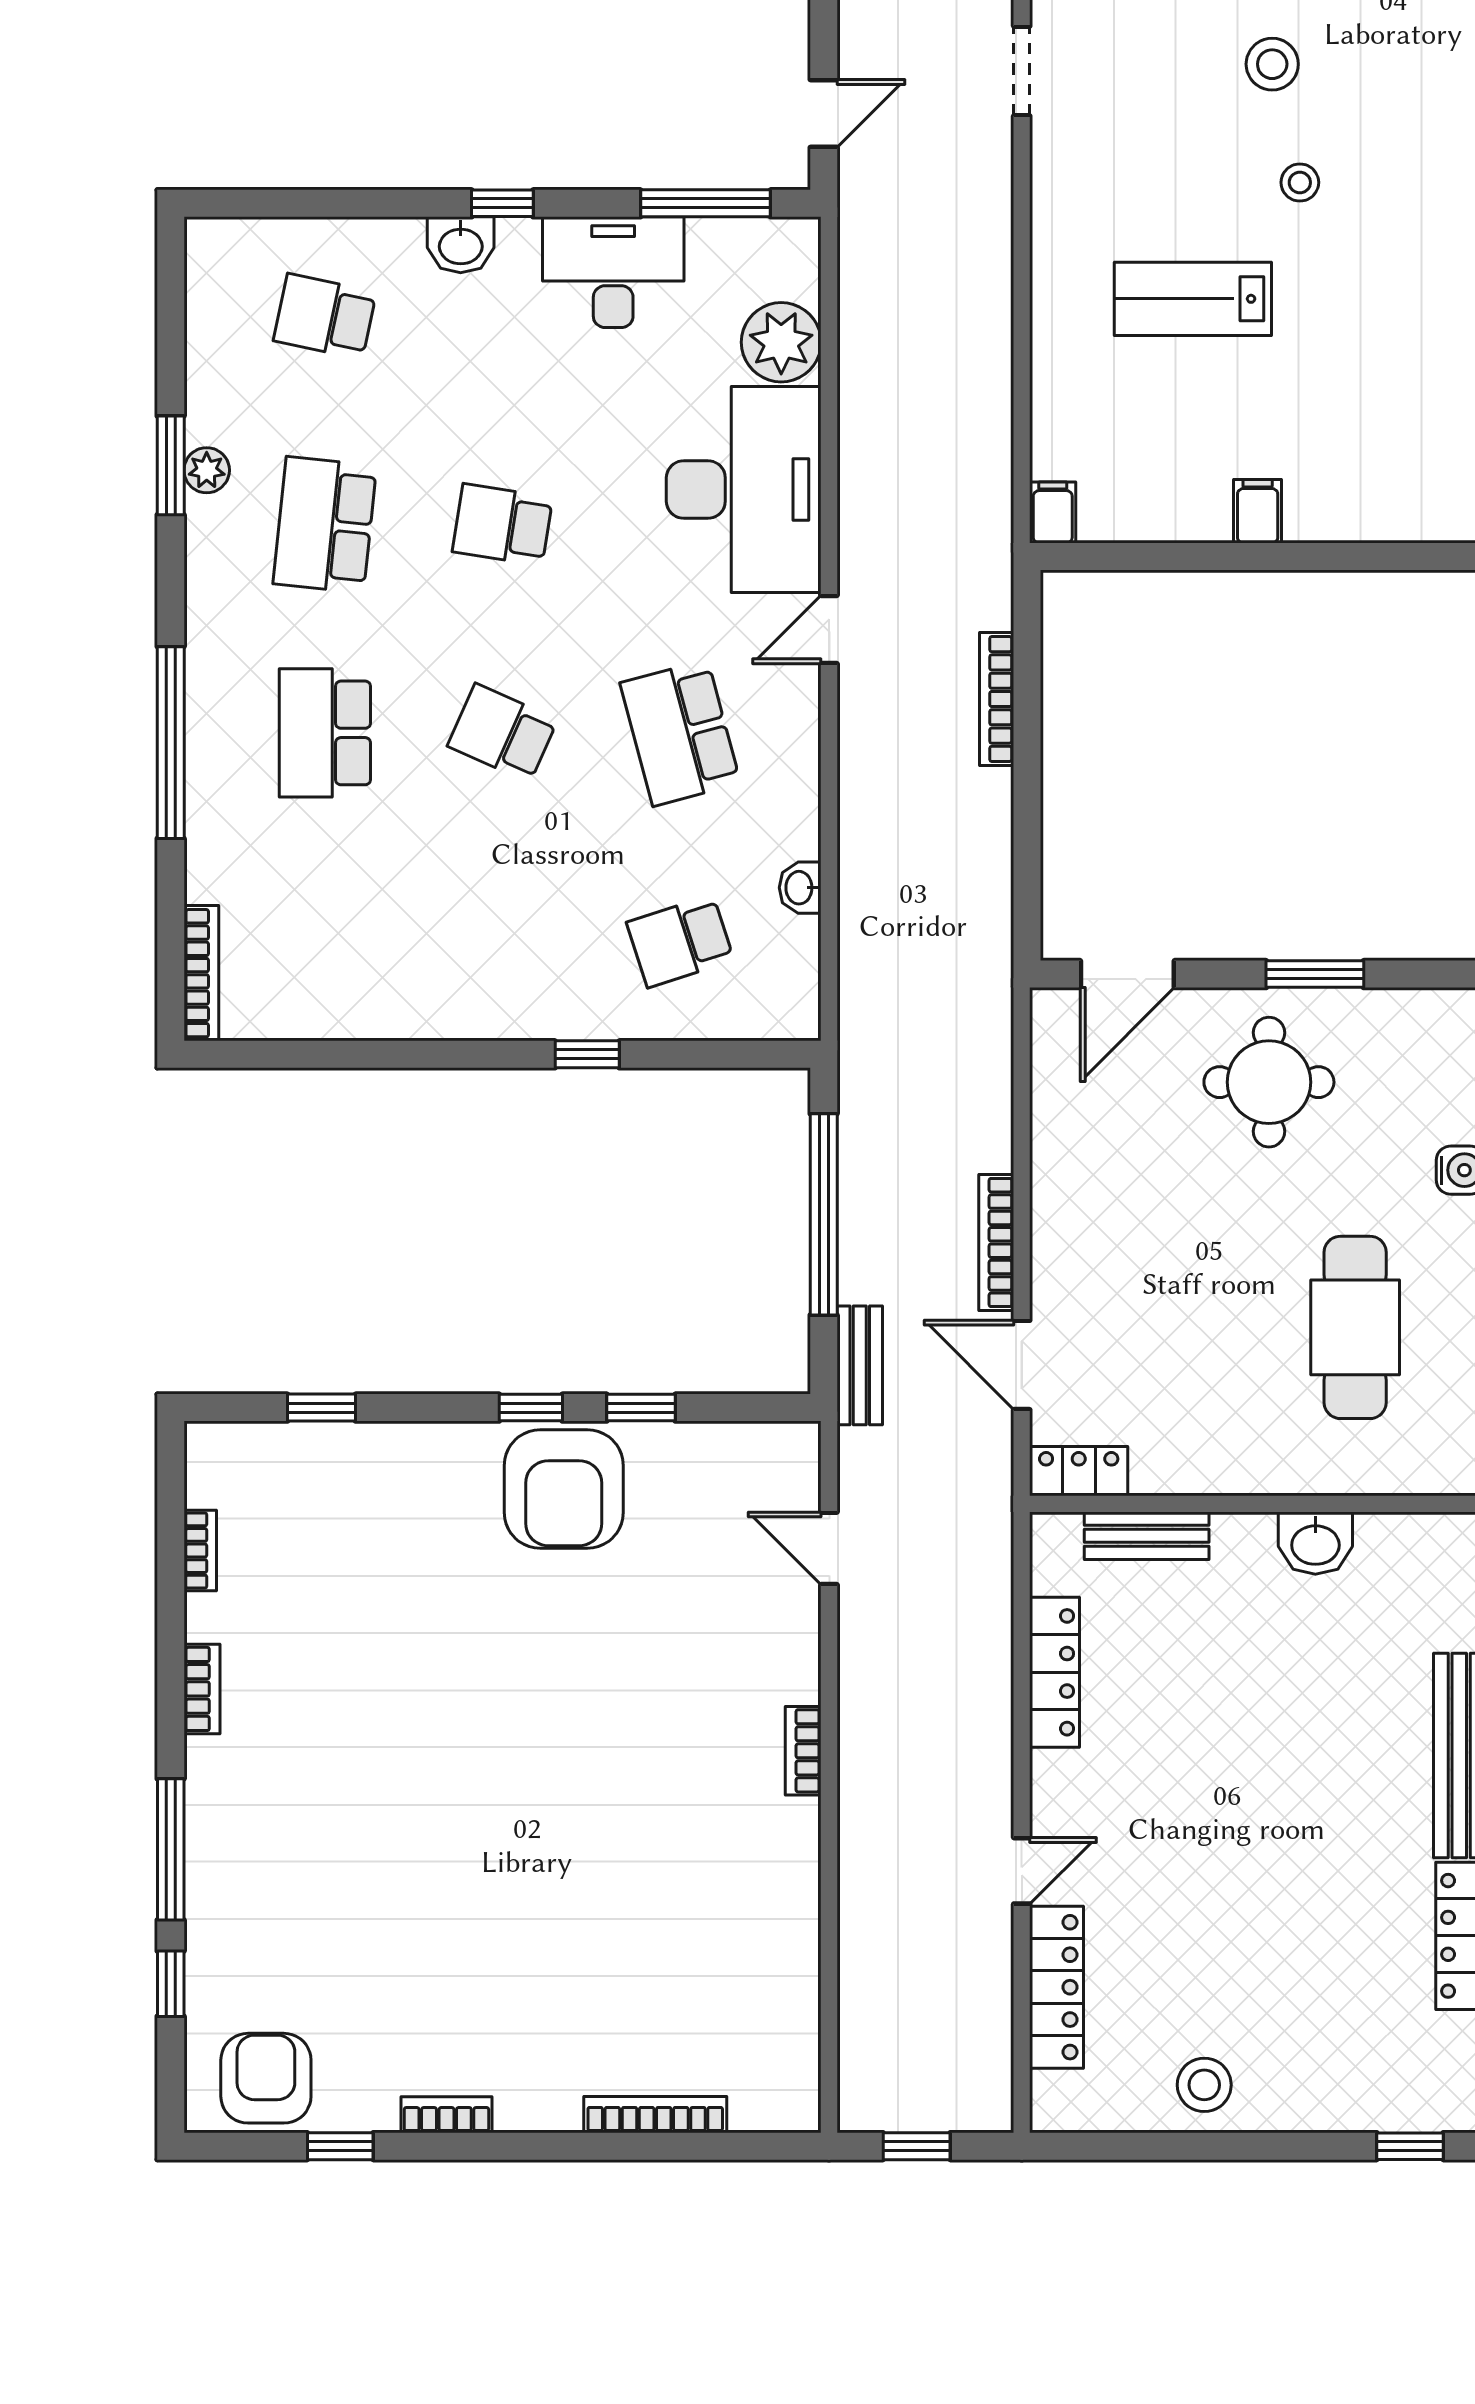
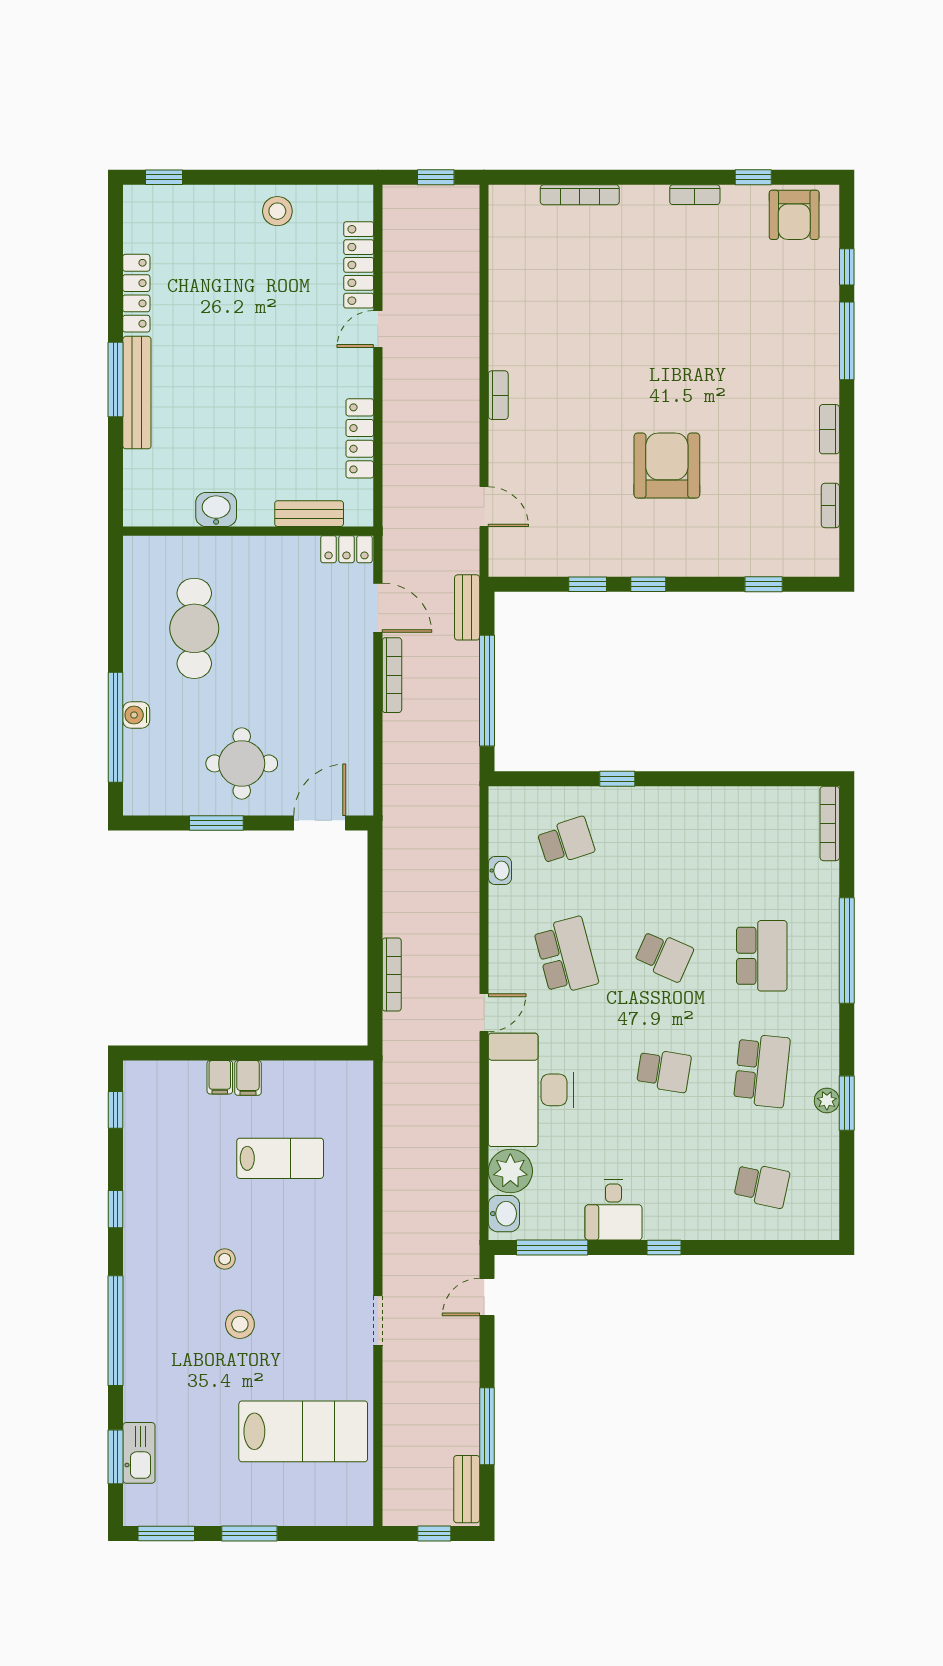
washbasin: (461, 245) -> (504, 1214), moved, turned 90
desk: (613, 272) -> (613, 1210), width x0.73
lab bench: (1193, 299) -> (280, 1158), moved
filing cabinet: (1053, 513) -> (220, 1077), moved
armchair: (564, 1489) -> (667, 466), moved

